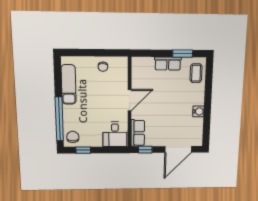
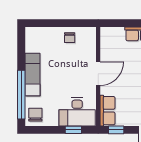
exam couch: (69, 85) -> (33, 74), moved
desk: (115, 134) -> (77, 112), width x1.37
window: (83, 150) -> (73, 130), moved

